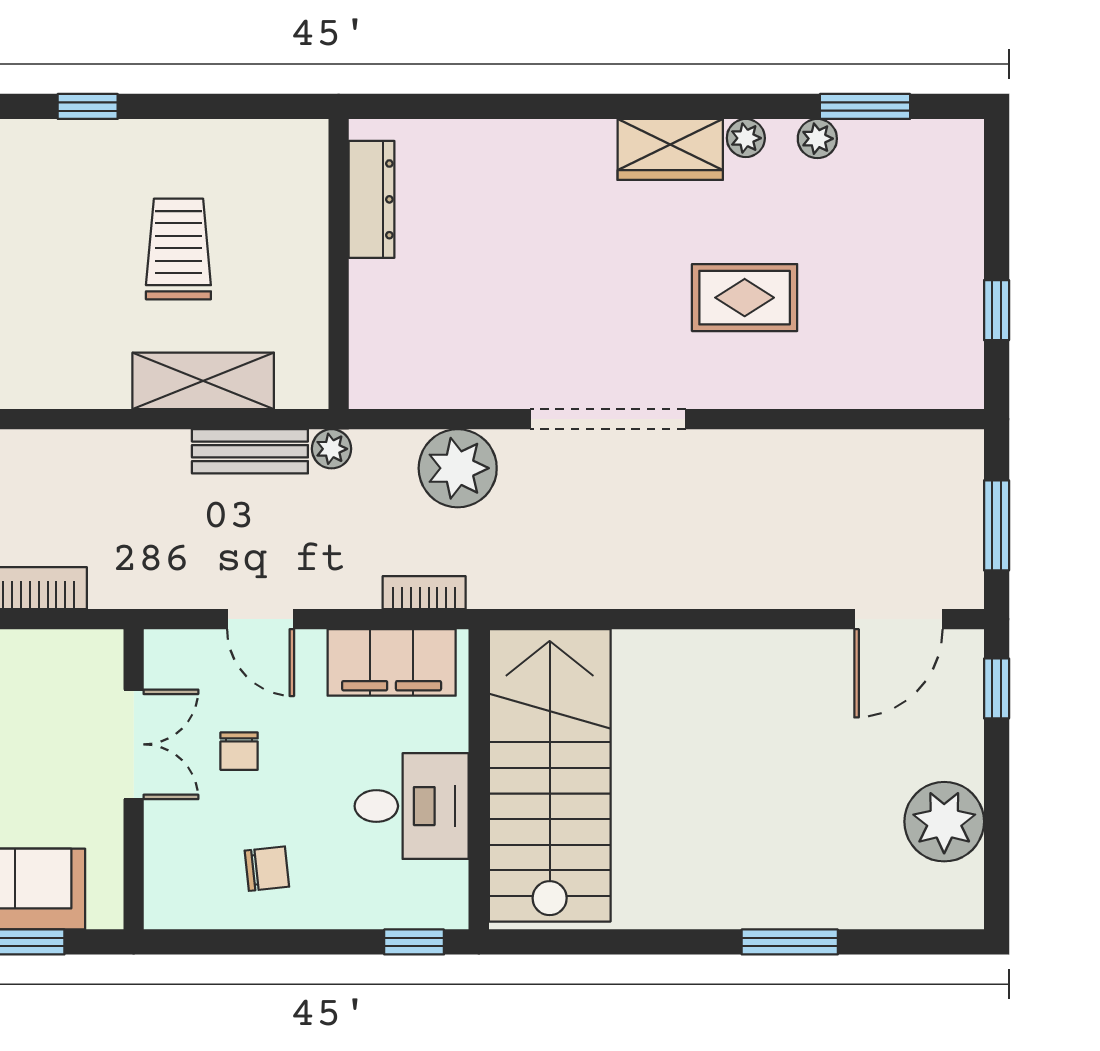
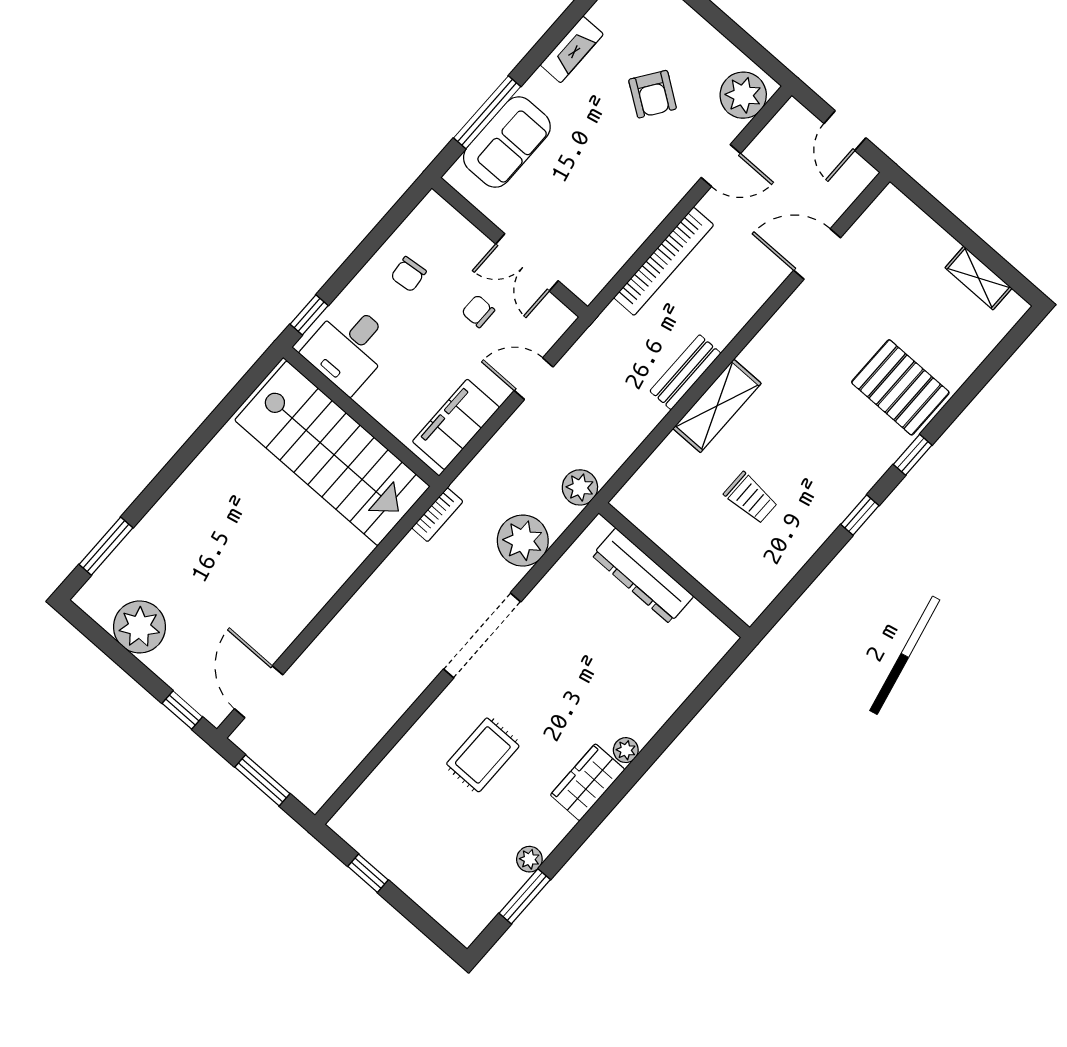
plant: (746, 138) -> (626, 750), moved
dresser: (372, 199) -> (643, 576), moved, width x1.37, depth x1.24
trolley: (178, 249) -> (751, 498), width x0.73, depth x0.72
shelving: (203, 381) -> (717, 406), moved
plant: (332, 449) -> (580, 487), width x1.38, depth x1.38
bench: (250, 451) -> (685, 372), moved
bookcase: (424, 593) -> (437, 515), moved
desk: (412, 806) -> (349, 348), moved
window: (790, 942) -> (106, 546), moved

